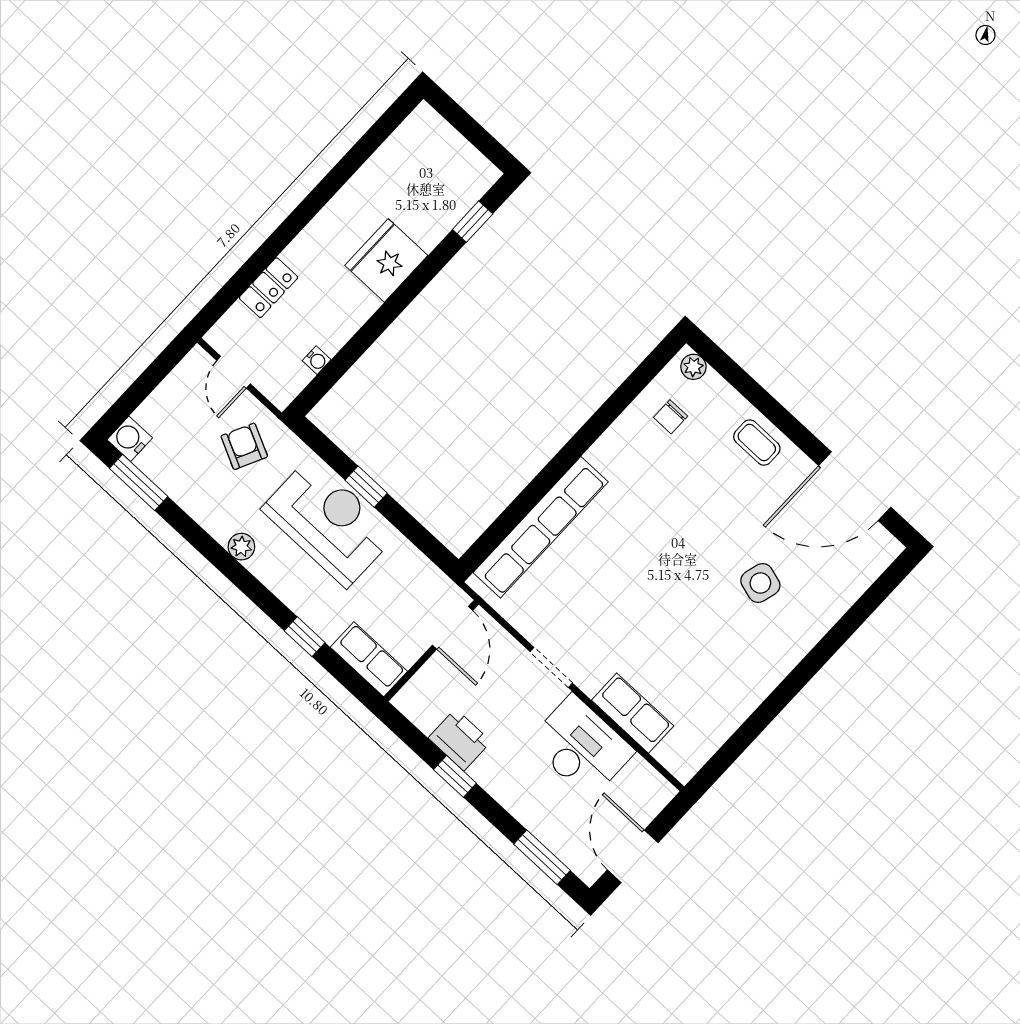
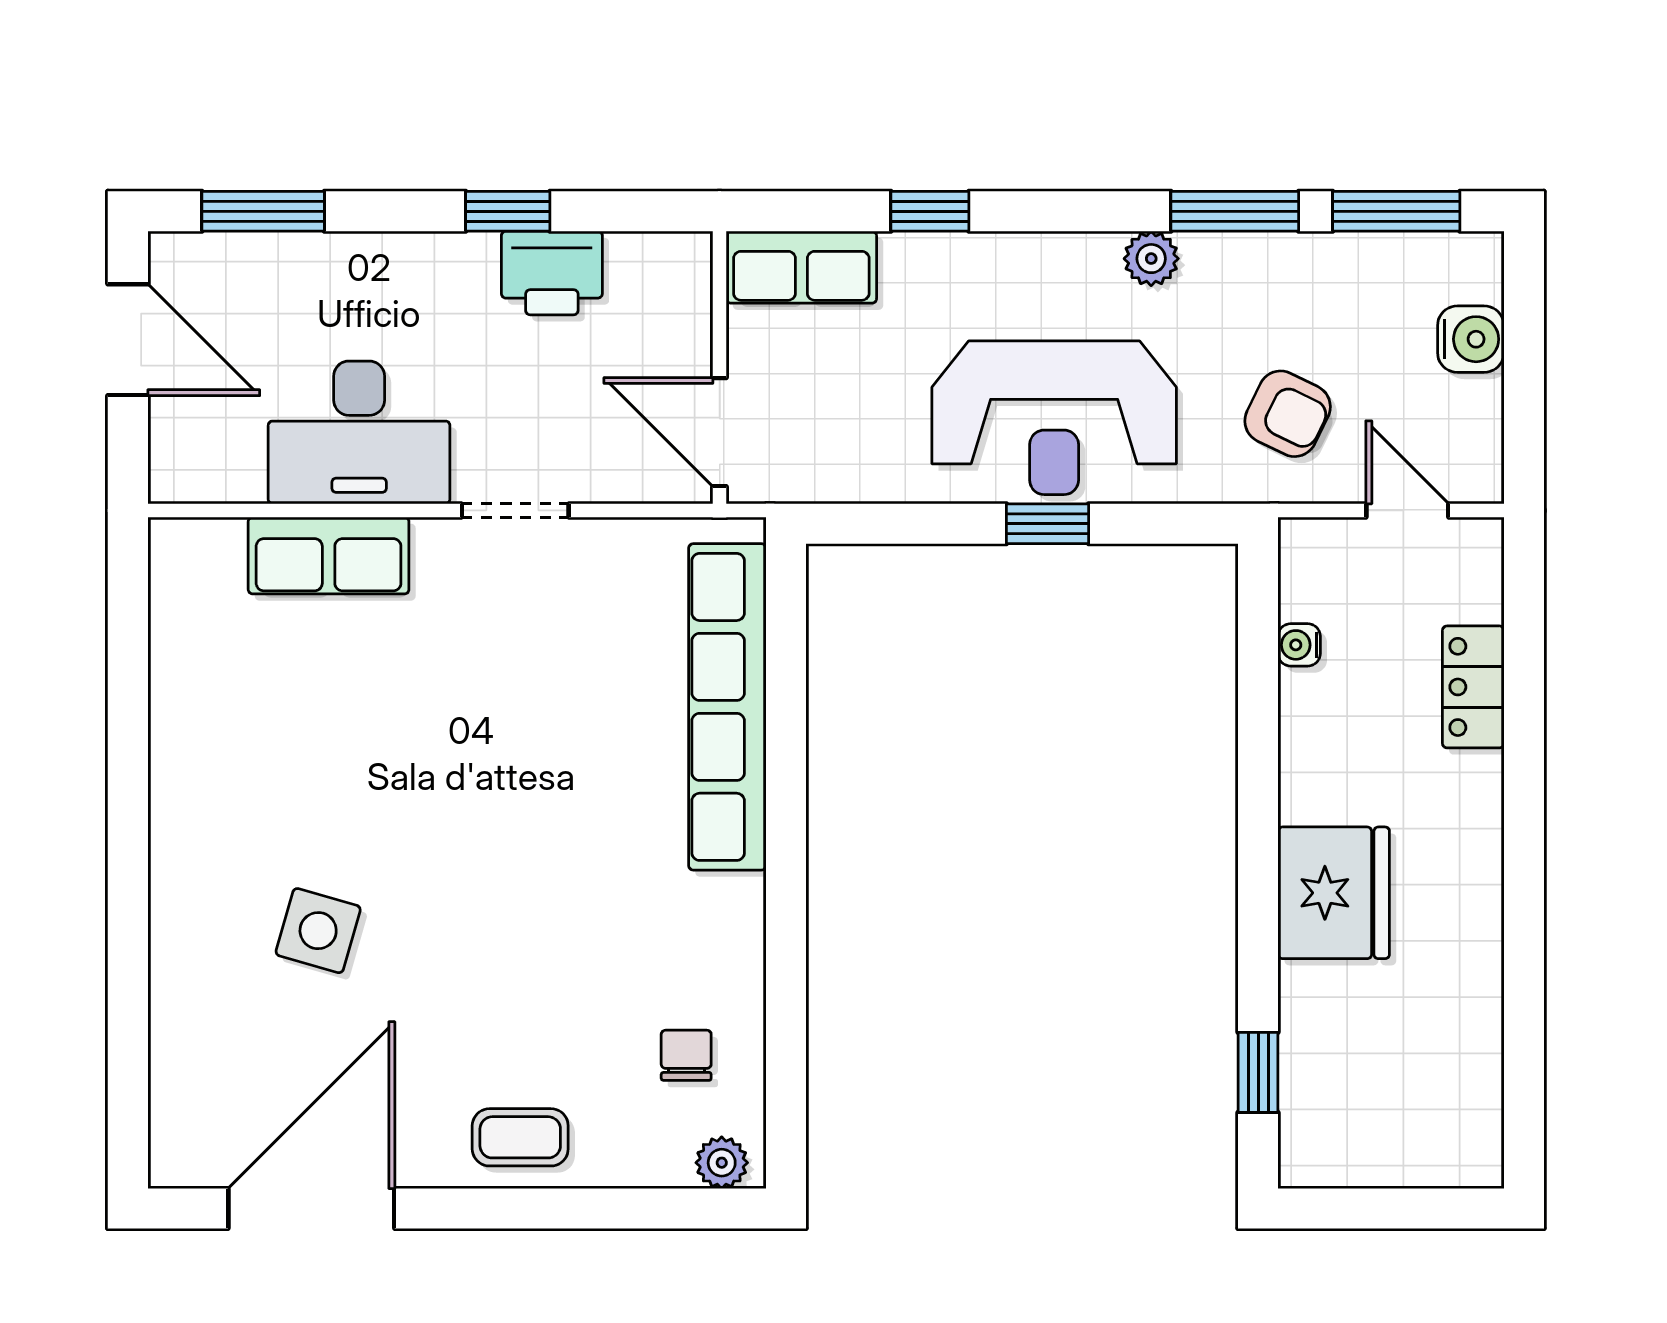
water cooler: (130, 439) -> (1471, 339), moved
window: (196, 536) -> (1235, 211), added

